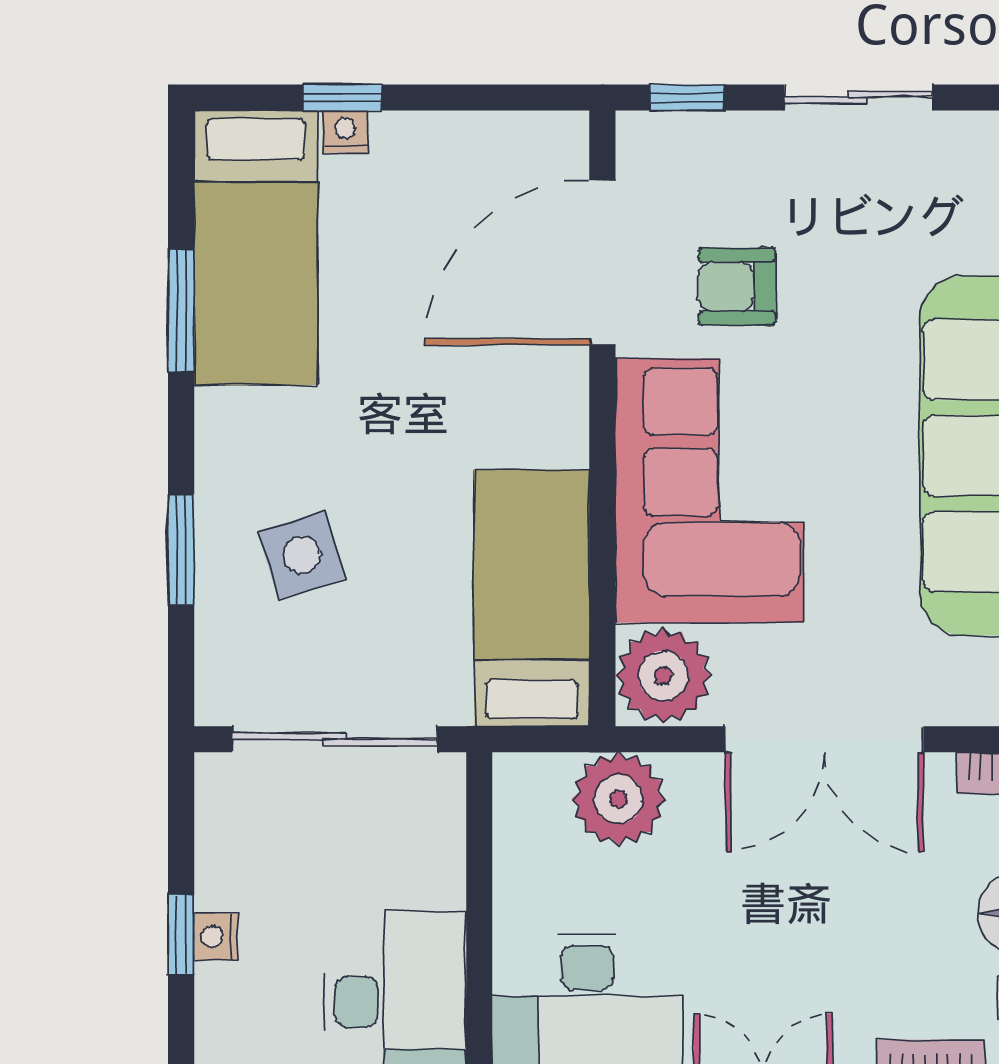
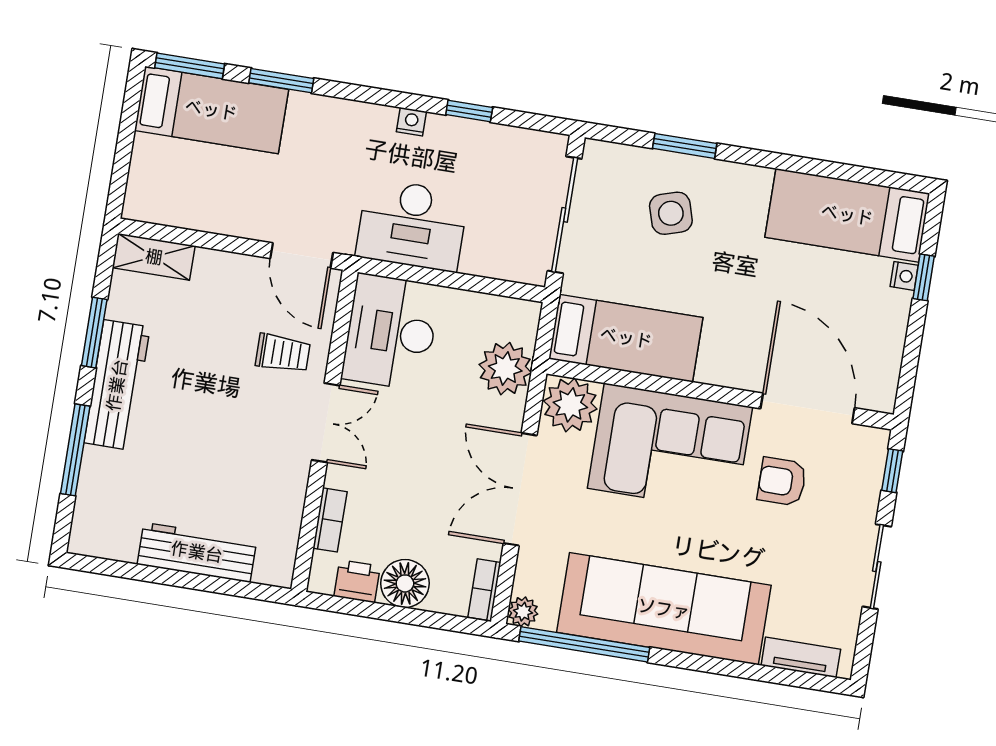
armchair: (737, 286) -> (782, 482), turned -90
window: (181, 311) -> (819, 168), removed
nightstand: (216, 937) -> (411, 122), moved

